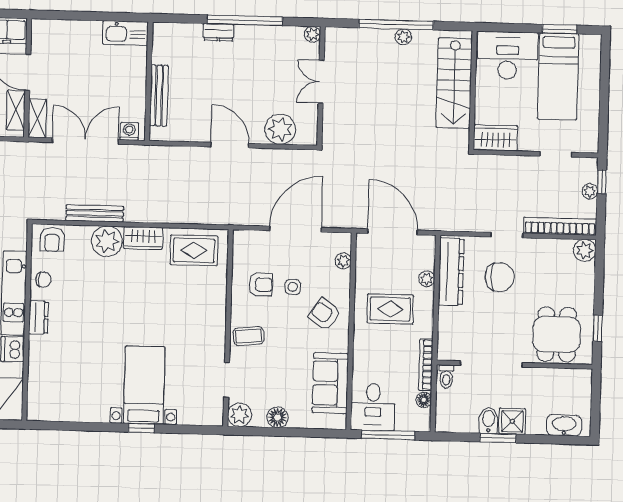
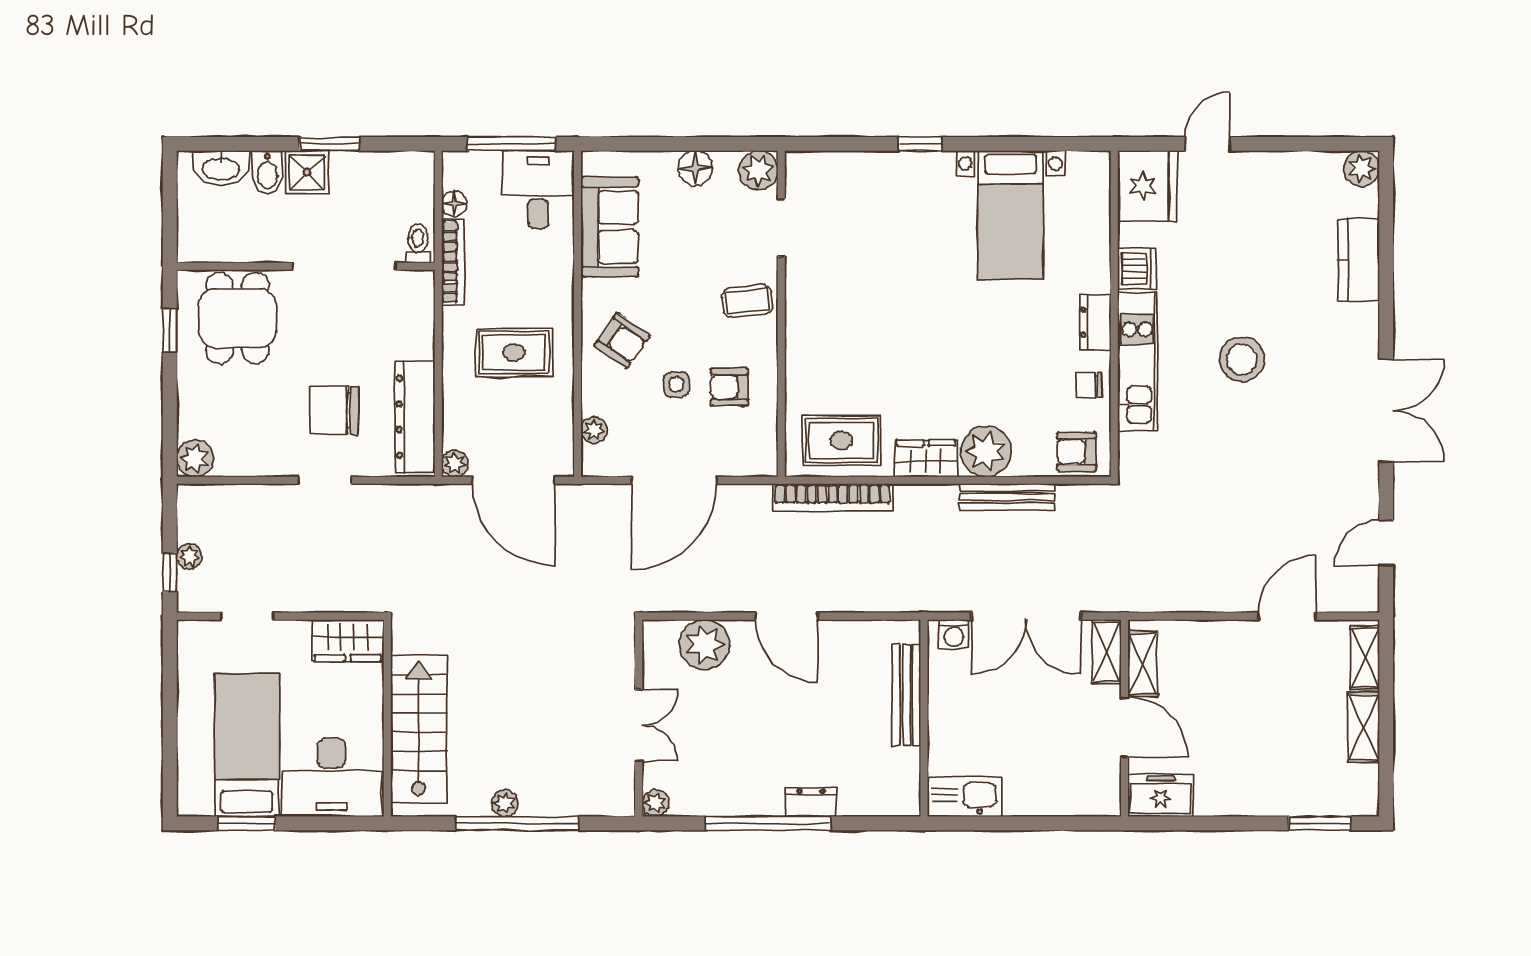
bookcase: (560, 226) -> (833, 497), moved
armchair: (52, 239) -> (1076, 452), turned -90
plant: (427, 279) -> (455, 464), moved
bed with nightstands: (144, 385) -> (1010, 215), moved
bidet: (488, 421) -> (267, 172), moved

